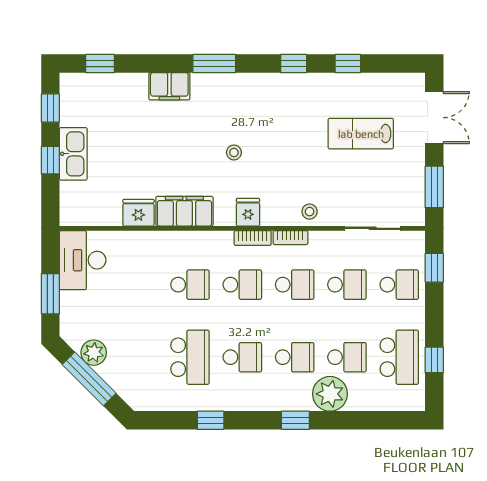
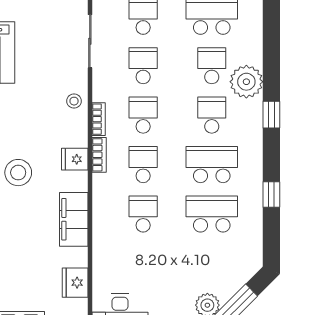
stool: (234, 152) -> (18, 173), width x1.89, depth x1.89
fridge: (138, 213) -> (75, 283), moved
school desk: (242, 357) -> (212, 165), width x1.85

